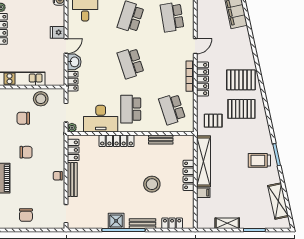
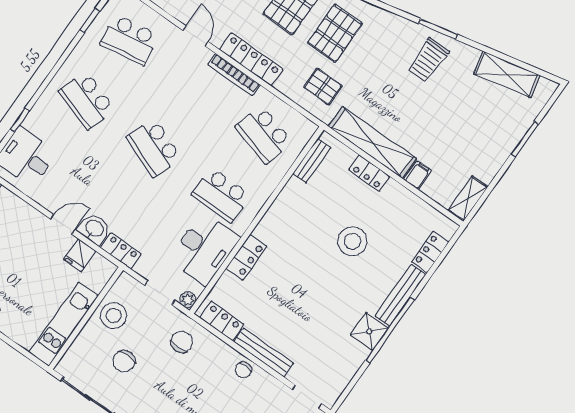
fridge: (57, 32) -> (80, 255), moved
door: (66, 46) -> (63, 224), hinge flipped
school desk: (131, 63) -> (154, 148), turned 39
school desk: (172, 109) -> (264, 135), turned 33
pallet: (213, 121) -> (323, 86), turned 90
bench: (161, 139) -> (312, 161), moved
locker: (117, 141) -> (246, 257), width x0.66
chair: (26, 152) -> (182, 342), moved
locker: (189, 175) -> (369, 173), width x0.66
shelving: (227, 223) -> (468, 199), moved
bench: (143, 224) -> (400, 295), width x1.36

